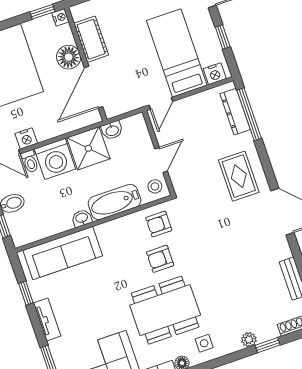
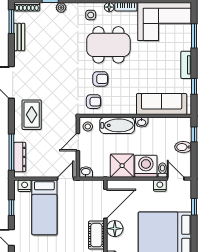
washbasin: (112, 130) -> (86, 172), moved

